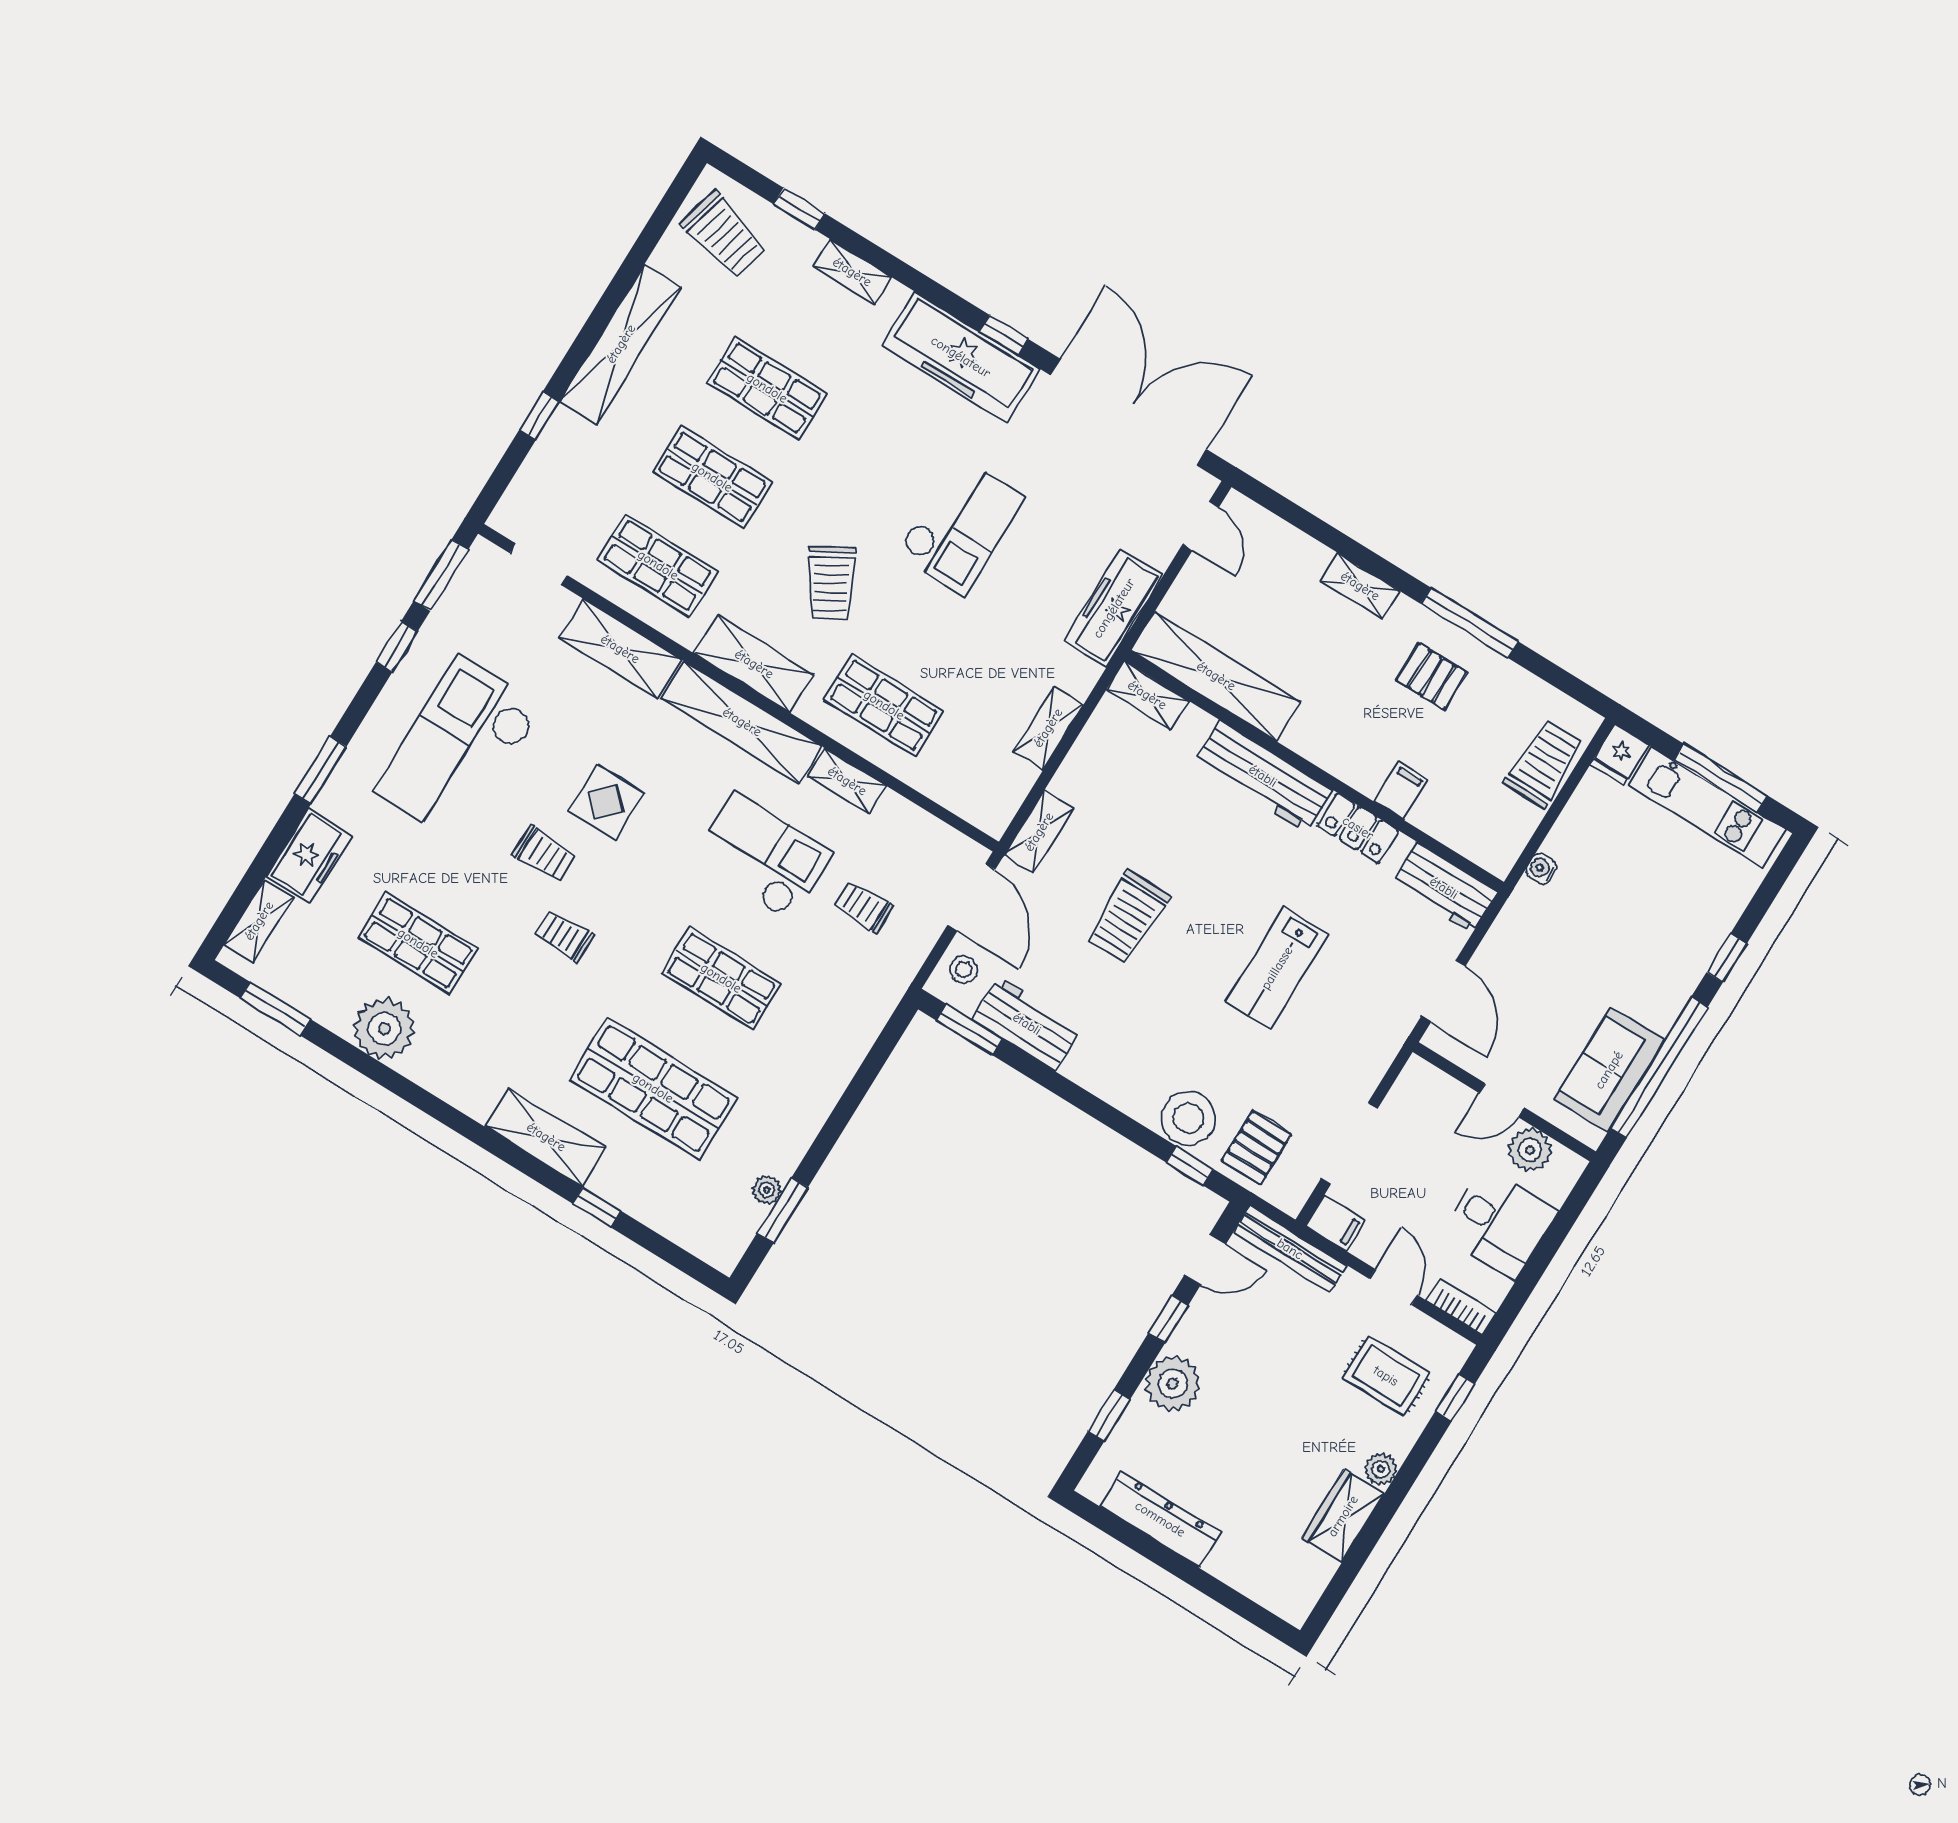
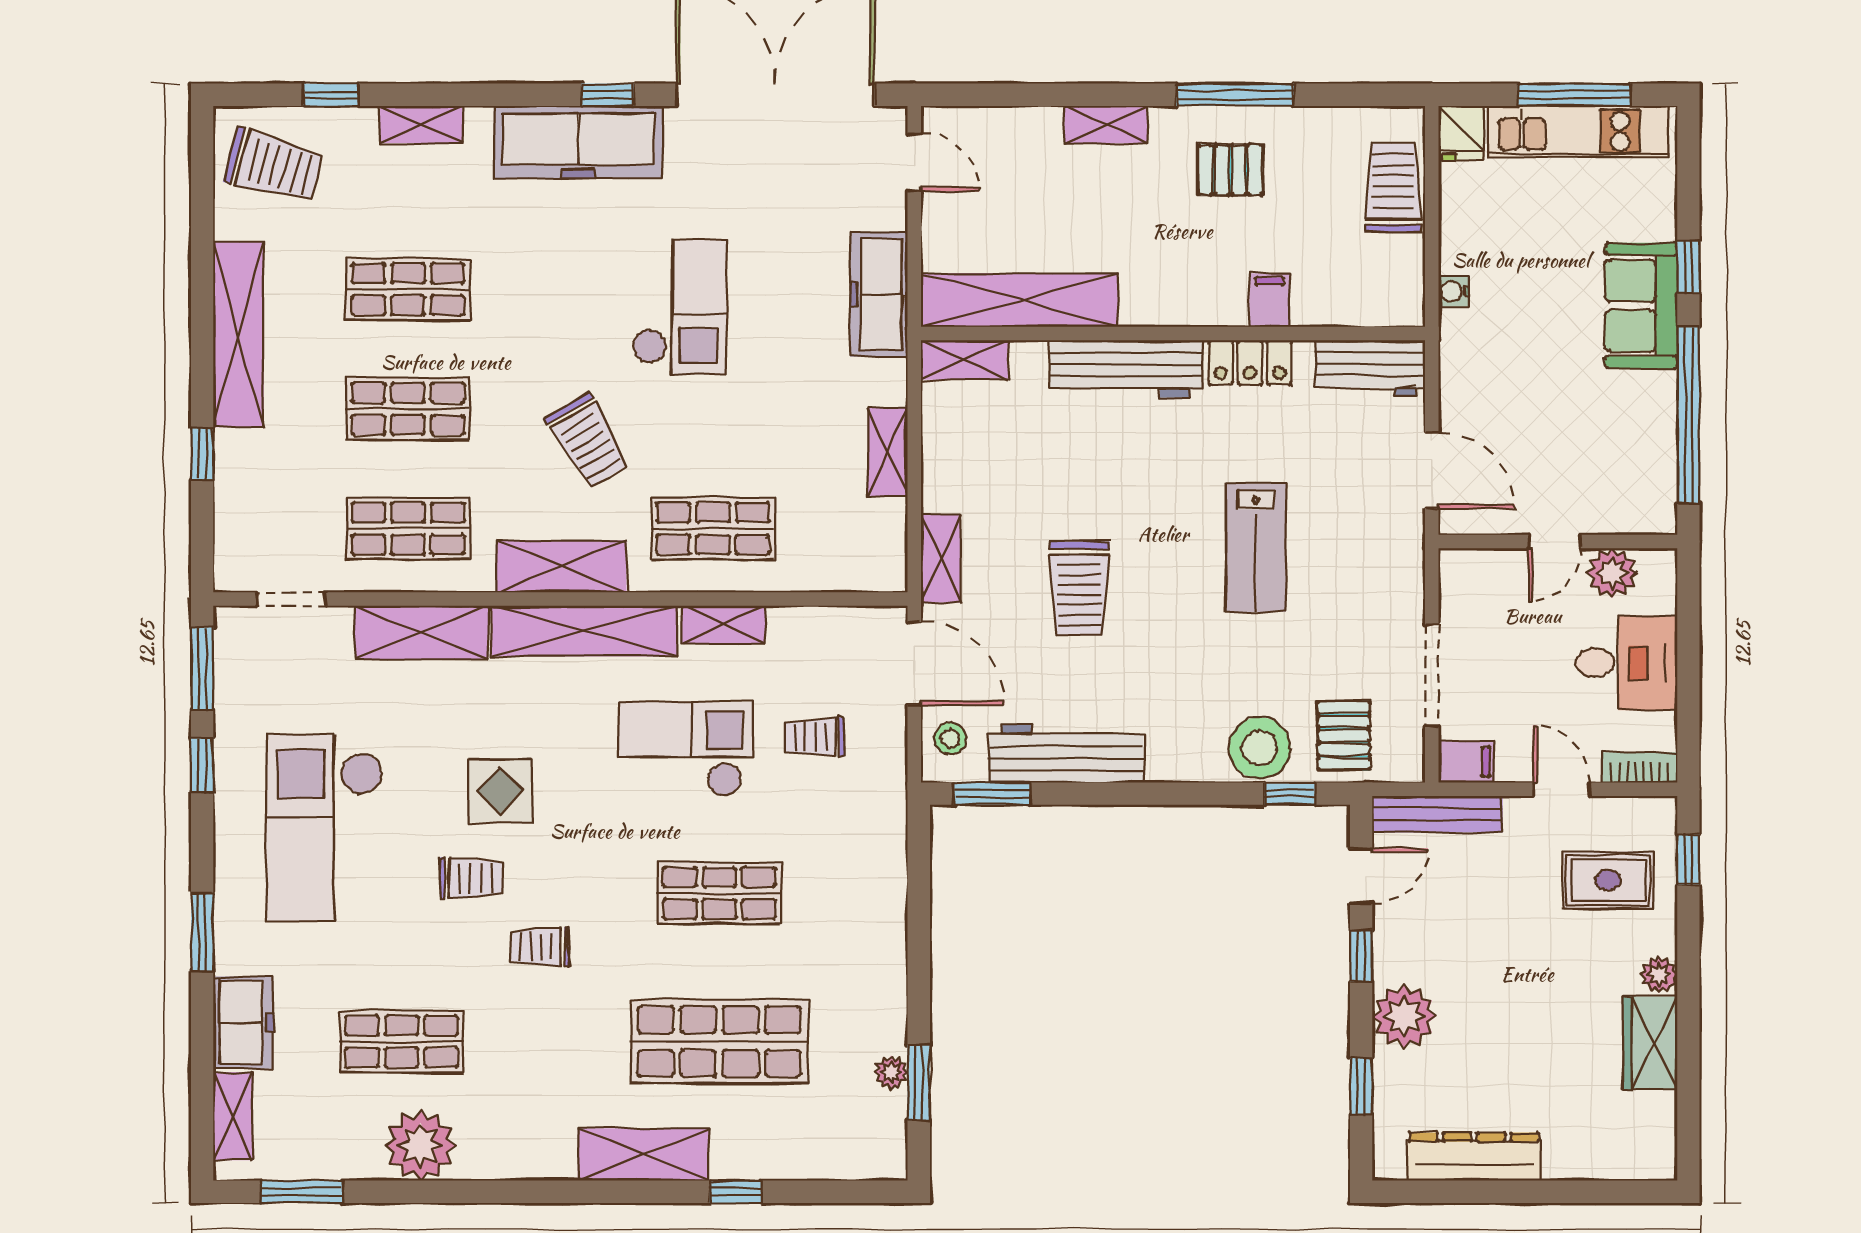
workbench: (1027, 1024) -> (1066, 754), width x1.38
sofa: (1609, 1070) -> (1641, 306), moved

